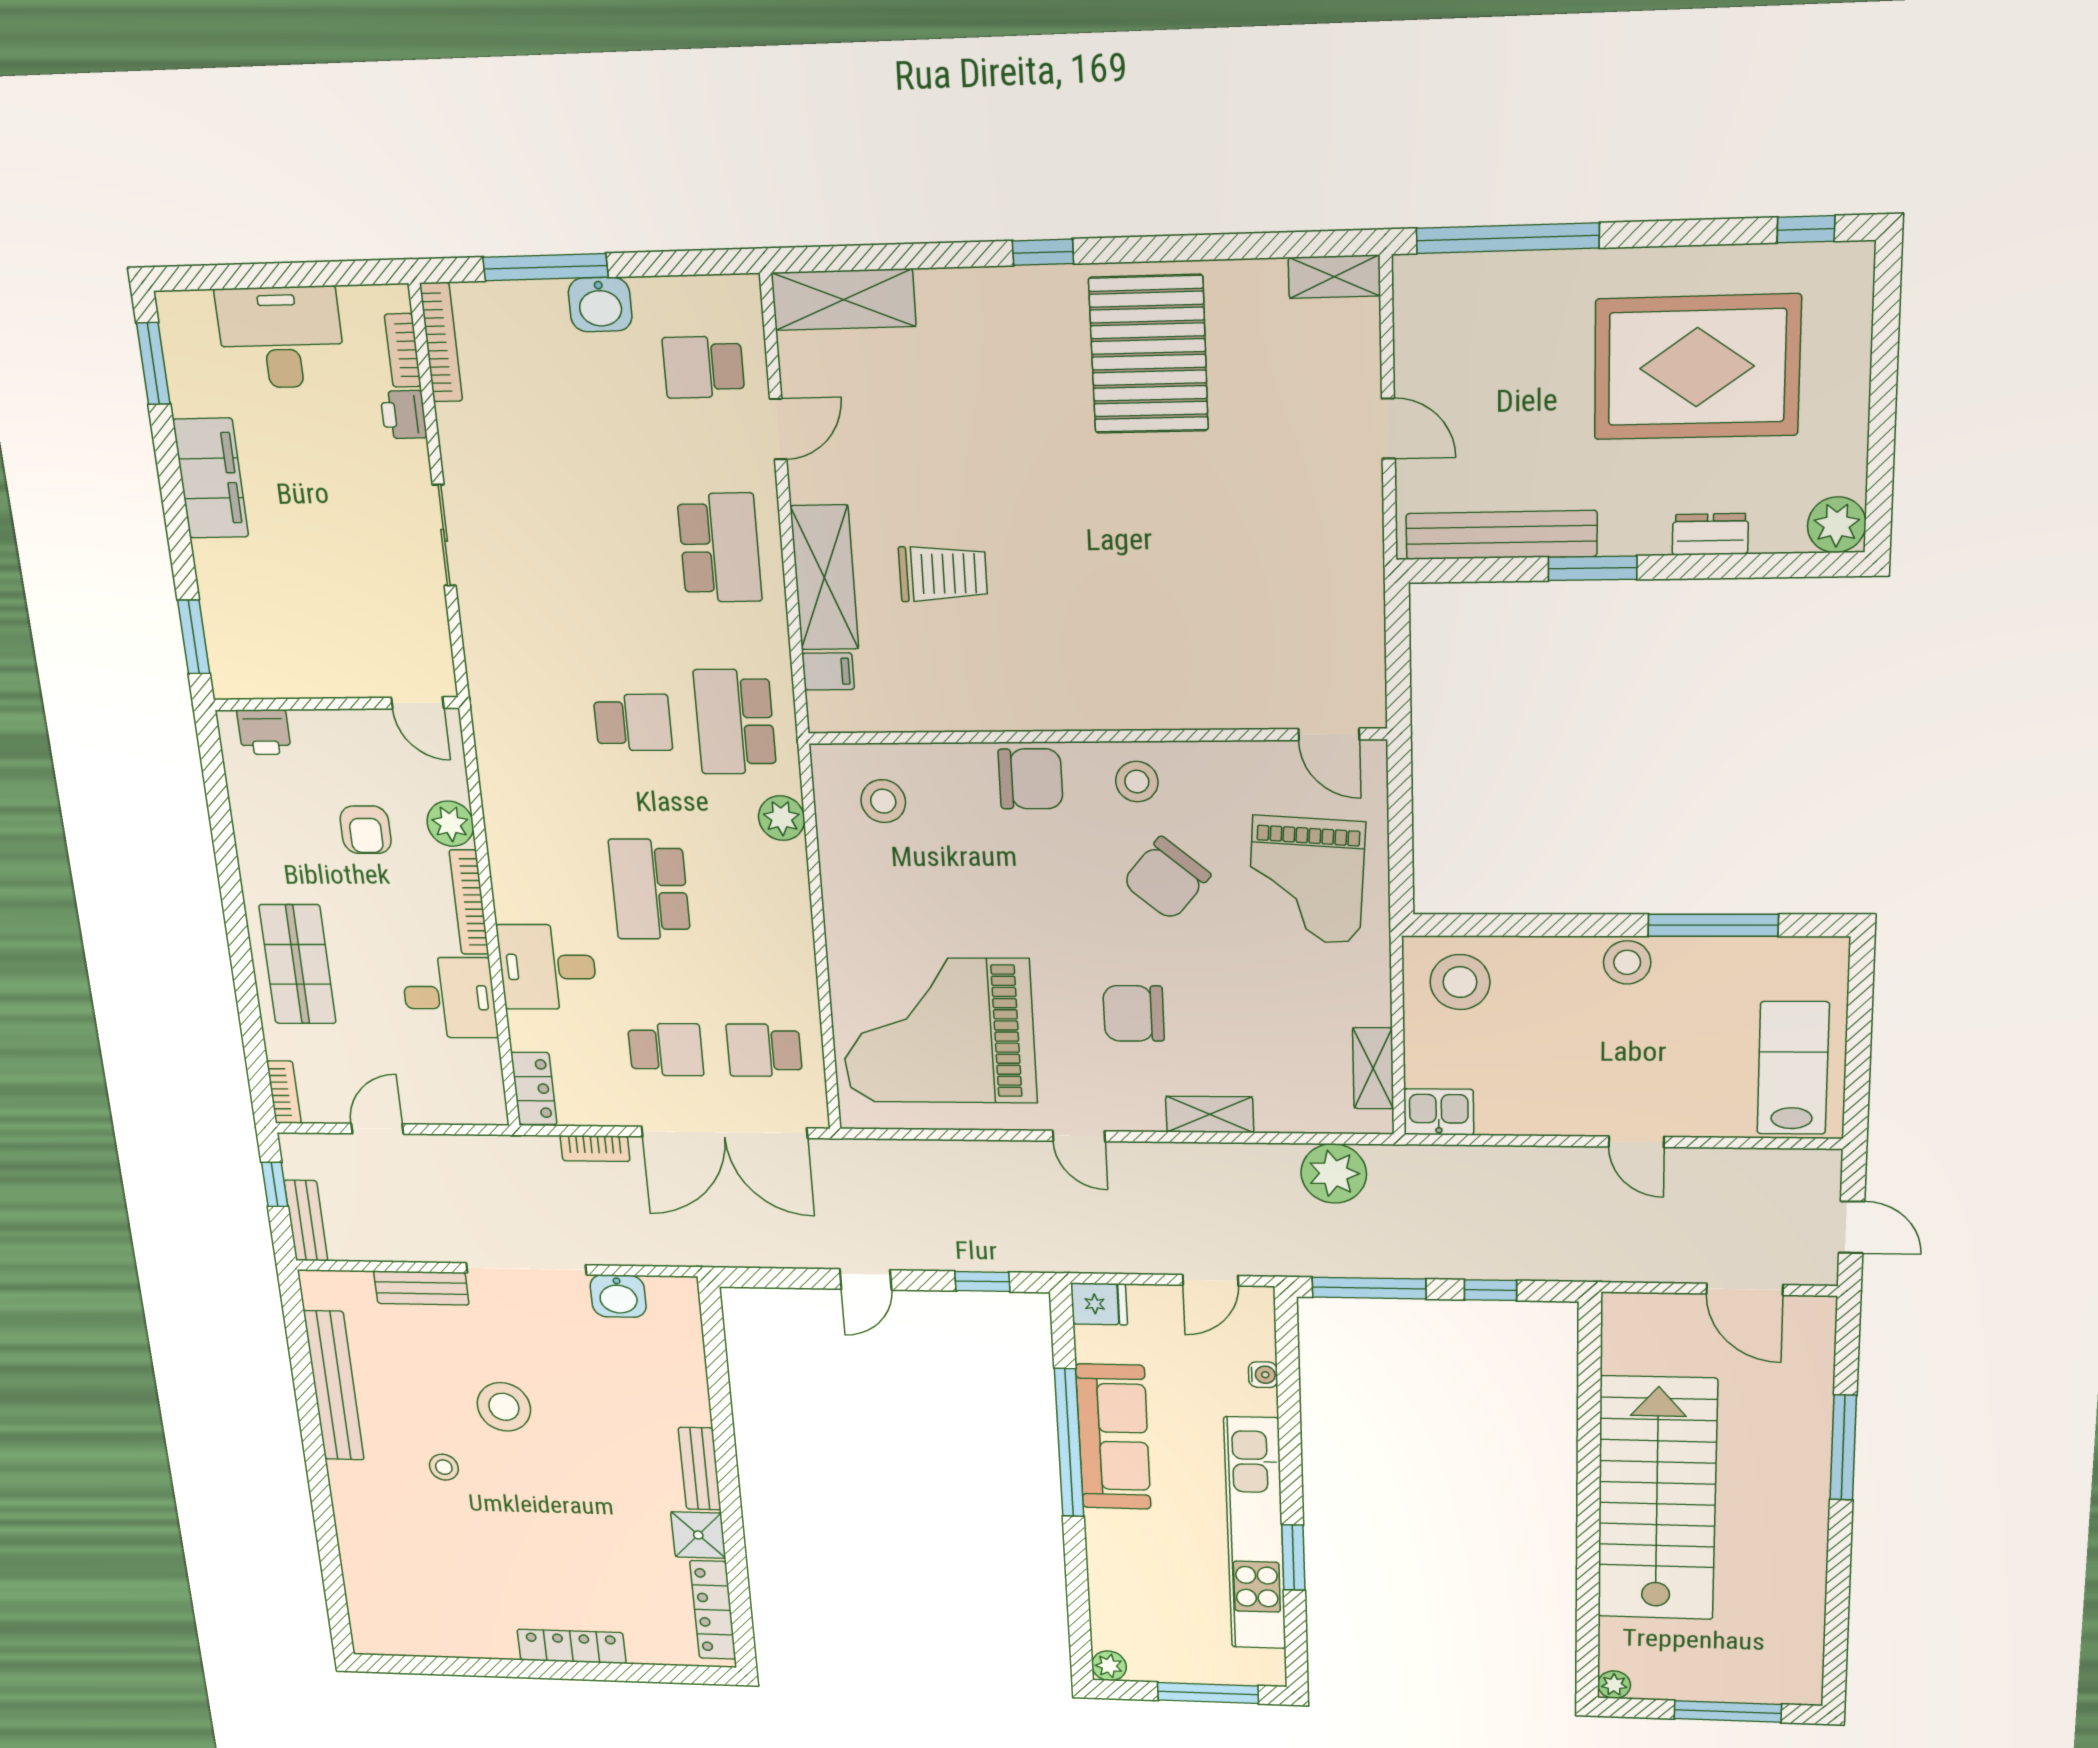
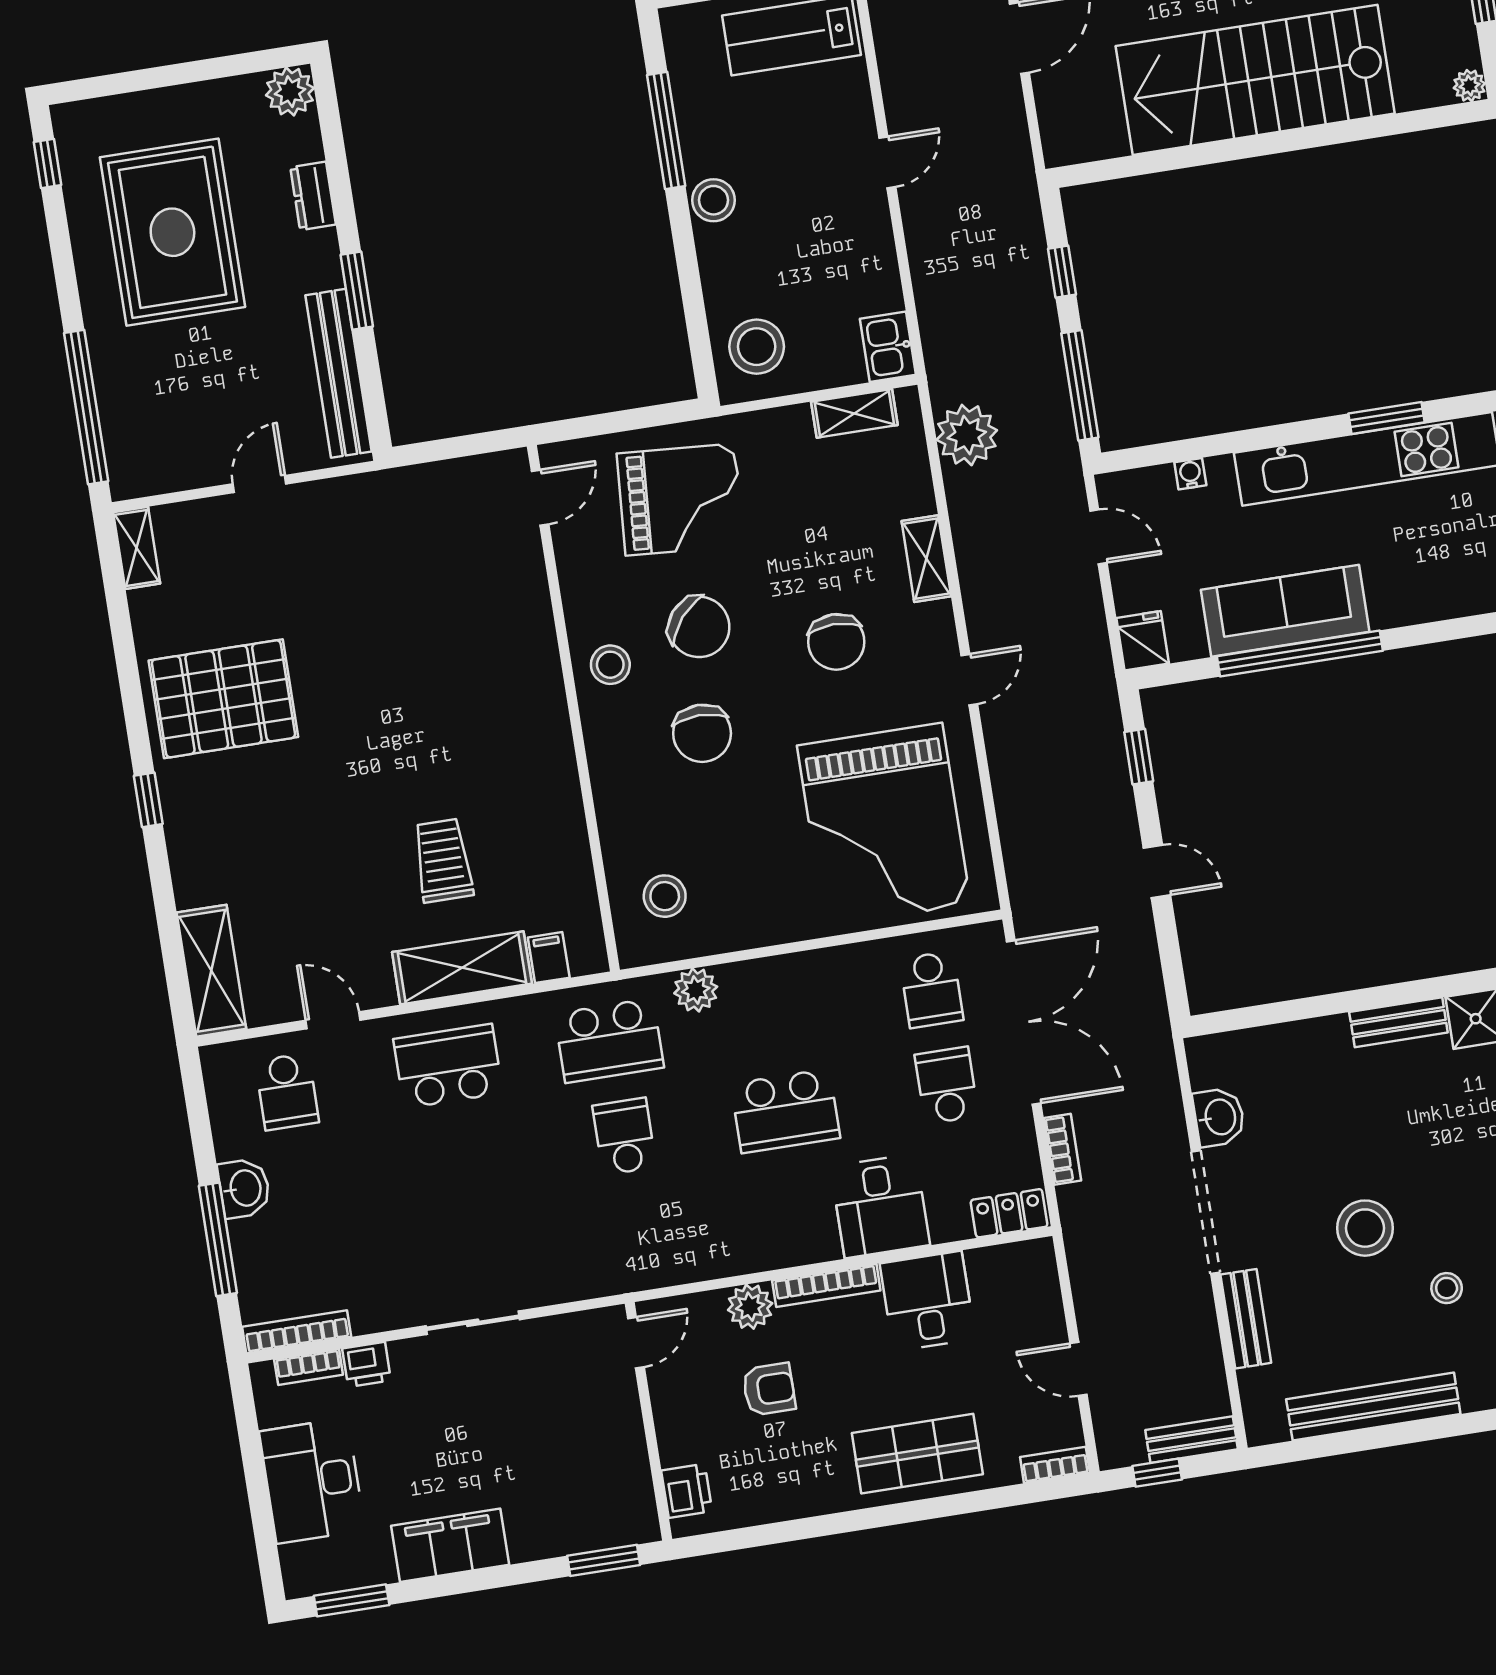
chair: (1031, 779) -> (702, 733), moved, turned 180

